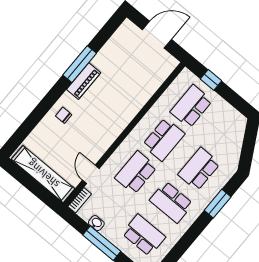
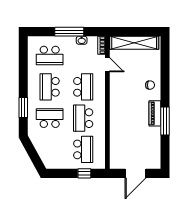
school desk: (199, 169) -> (50, 118), turned -90
school desk: (171, 202) -> (50, 87), turned -90

